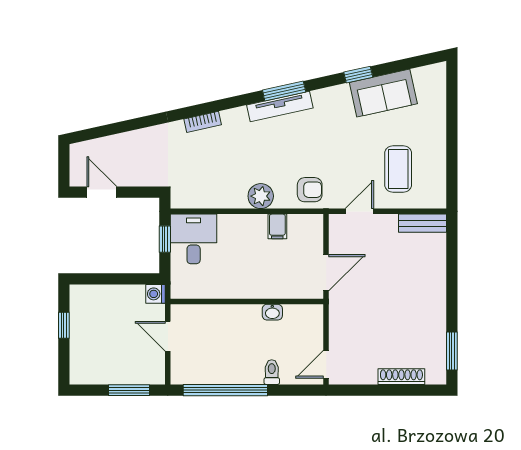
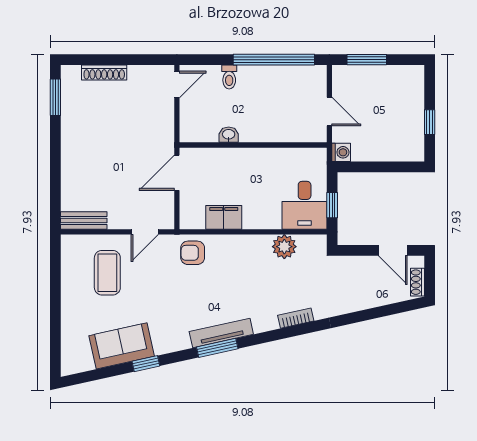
shoe rack: (76, 159) -> (417, 282), added
plant: (261, 196) -> (284, 247), moved
filing cabinet: (277, 226) -> (224, 217), width x2.00

